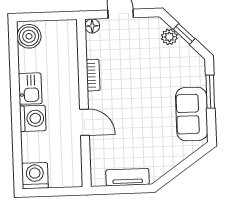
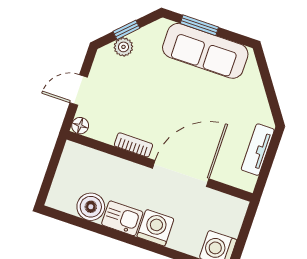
boiler: (29, 36) -> (91, 207), moved
sofa: (192, 114) -> (205, 51), width x1.36
door: (84, 122) -> (181, 173), width x1.87

